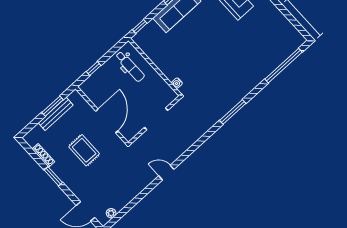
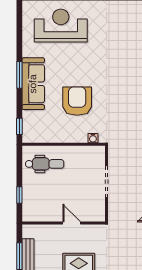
armchair: (192, 50) -> (77, 101), added
door: (107, 121) -> (72, 223), width x0.53

